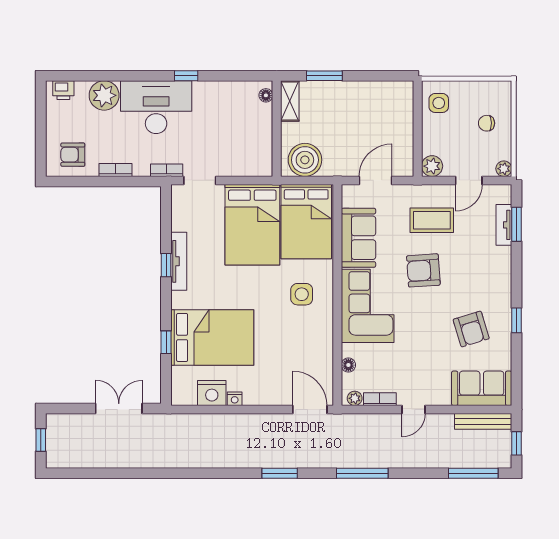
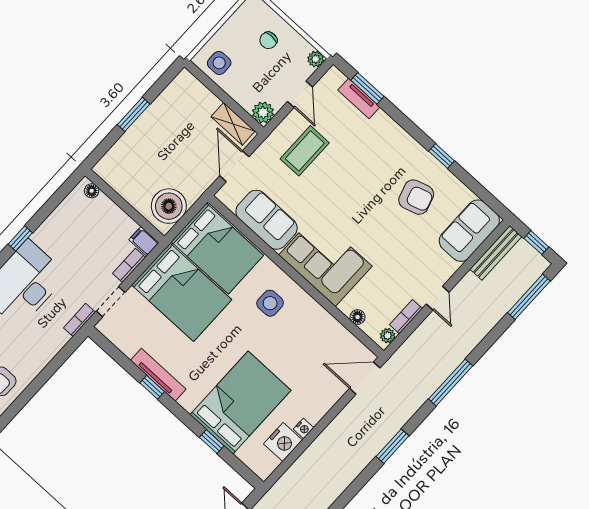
window: (324, 76) -> (134, 114), moved
shelving: (290, 101) -> (233, 124), moved
filing cabinet: (264, 165) -> (144, 241), added
bookcase: (115, 170) -> (129, 265), moved
armchair: (423, 270) -> (337, 193), removed

